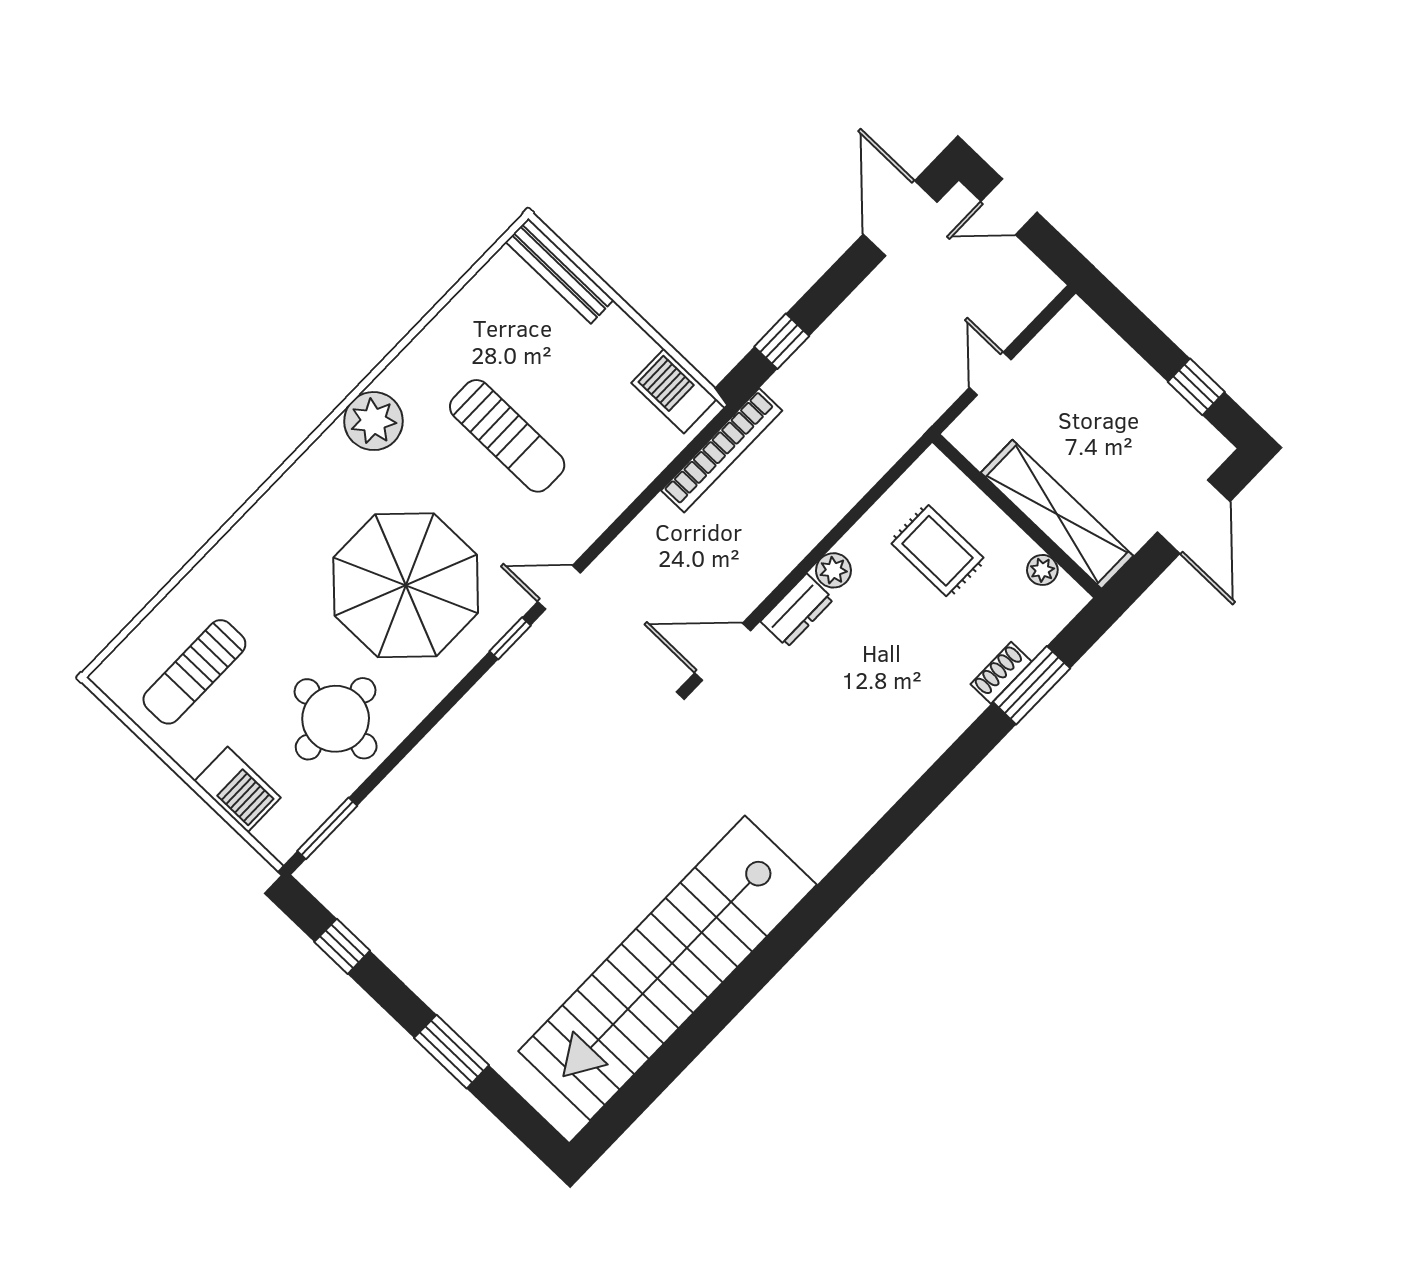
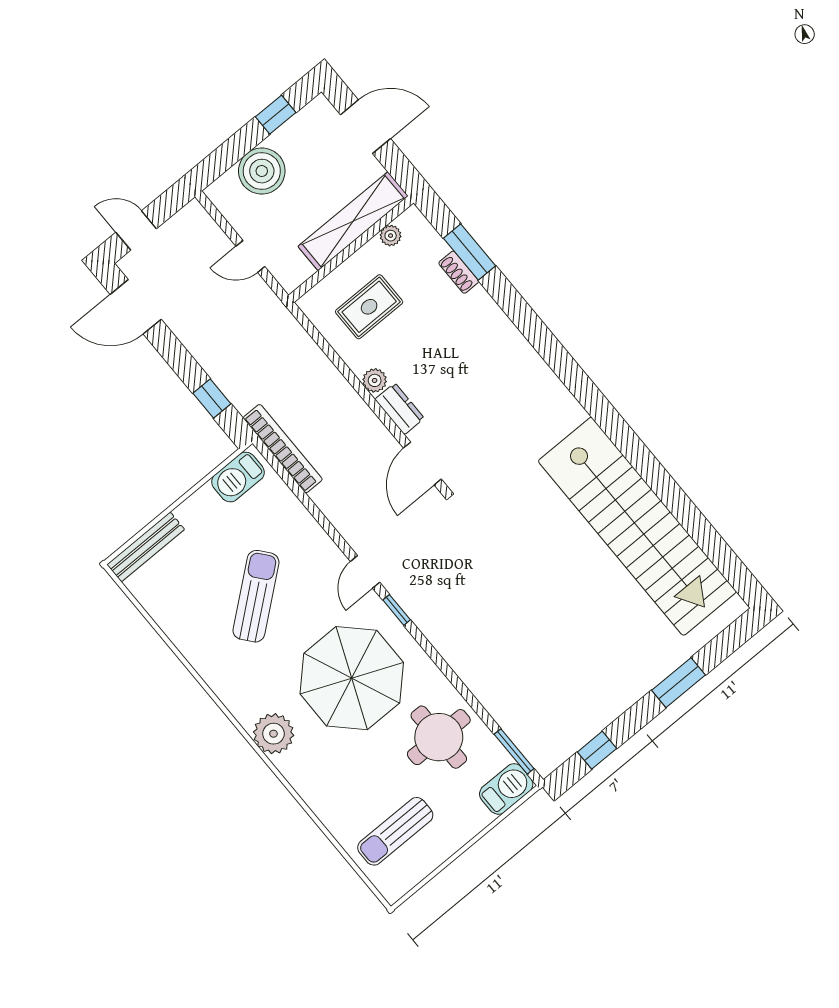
door: (1009, 207) -> (136, 230), swing flipped
boiler: (1114, 376) -> (262, 171), added
plant: (373, 421) -> (274, 734), moved
sun lounger: (507, 436) -> (256, 596), turned -39
sun lounger: (194, 672) -> (395, 831), turned 90
barbecue: (237, 789) -> (506, 789), moved

